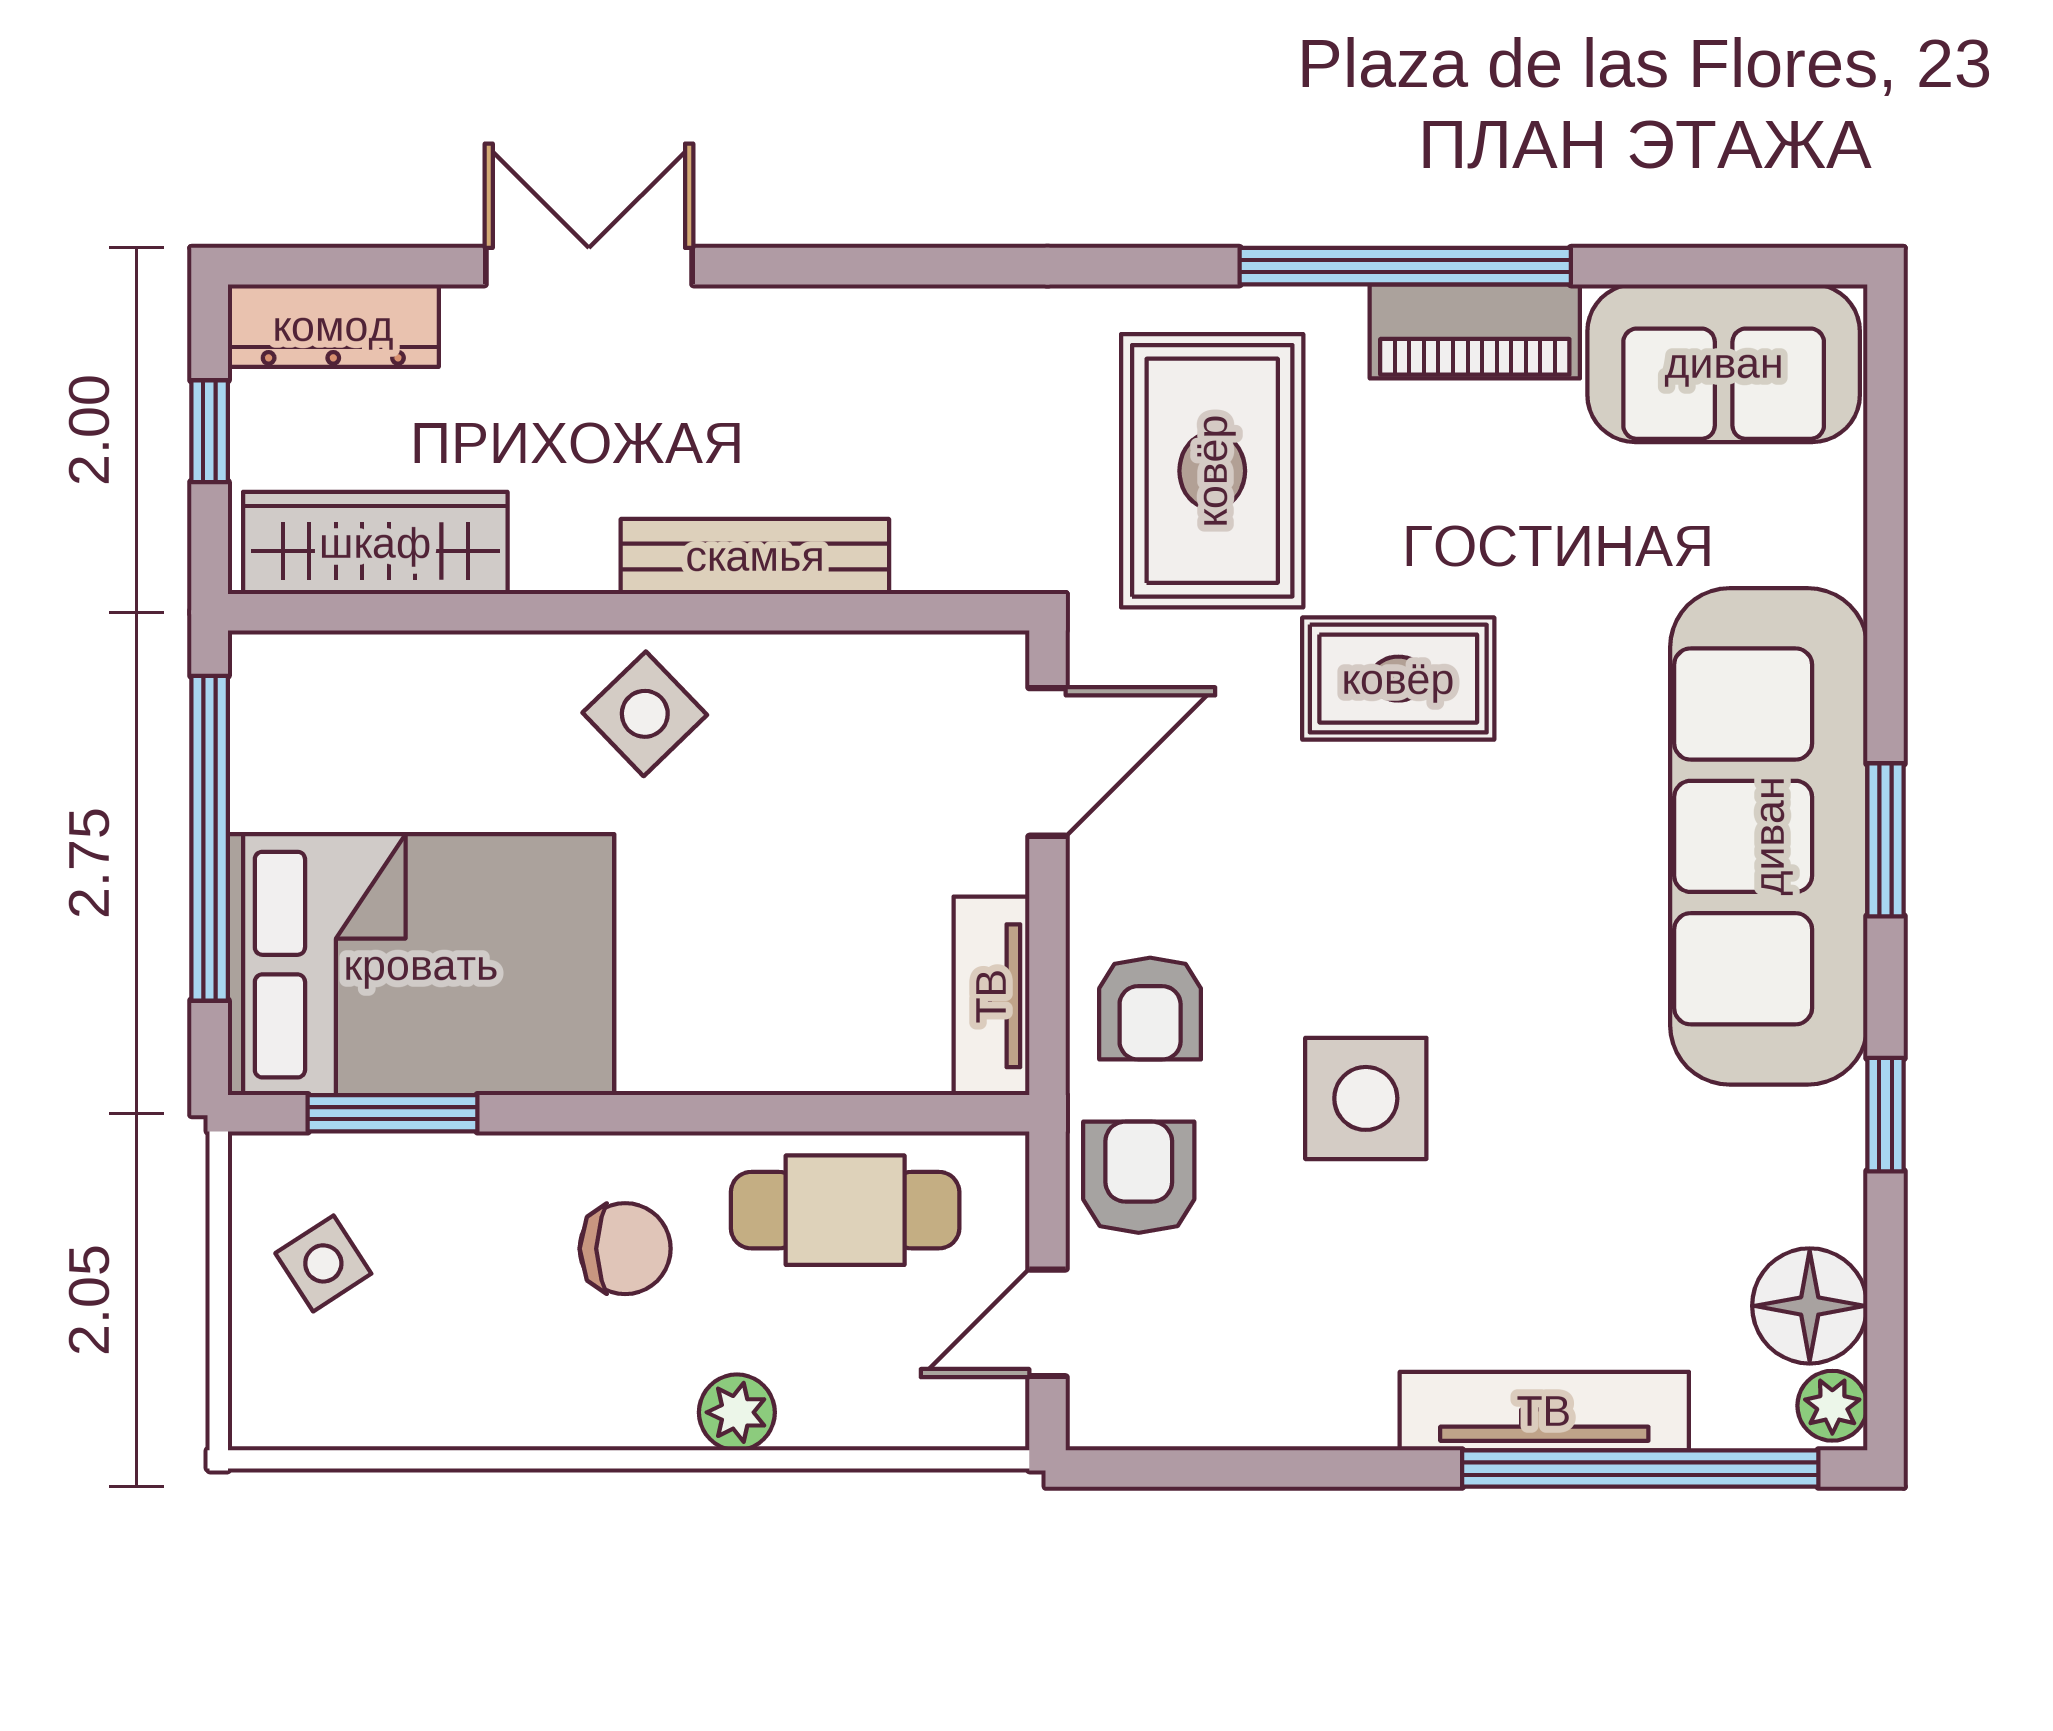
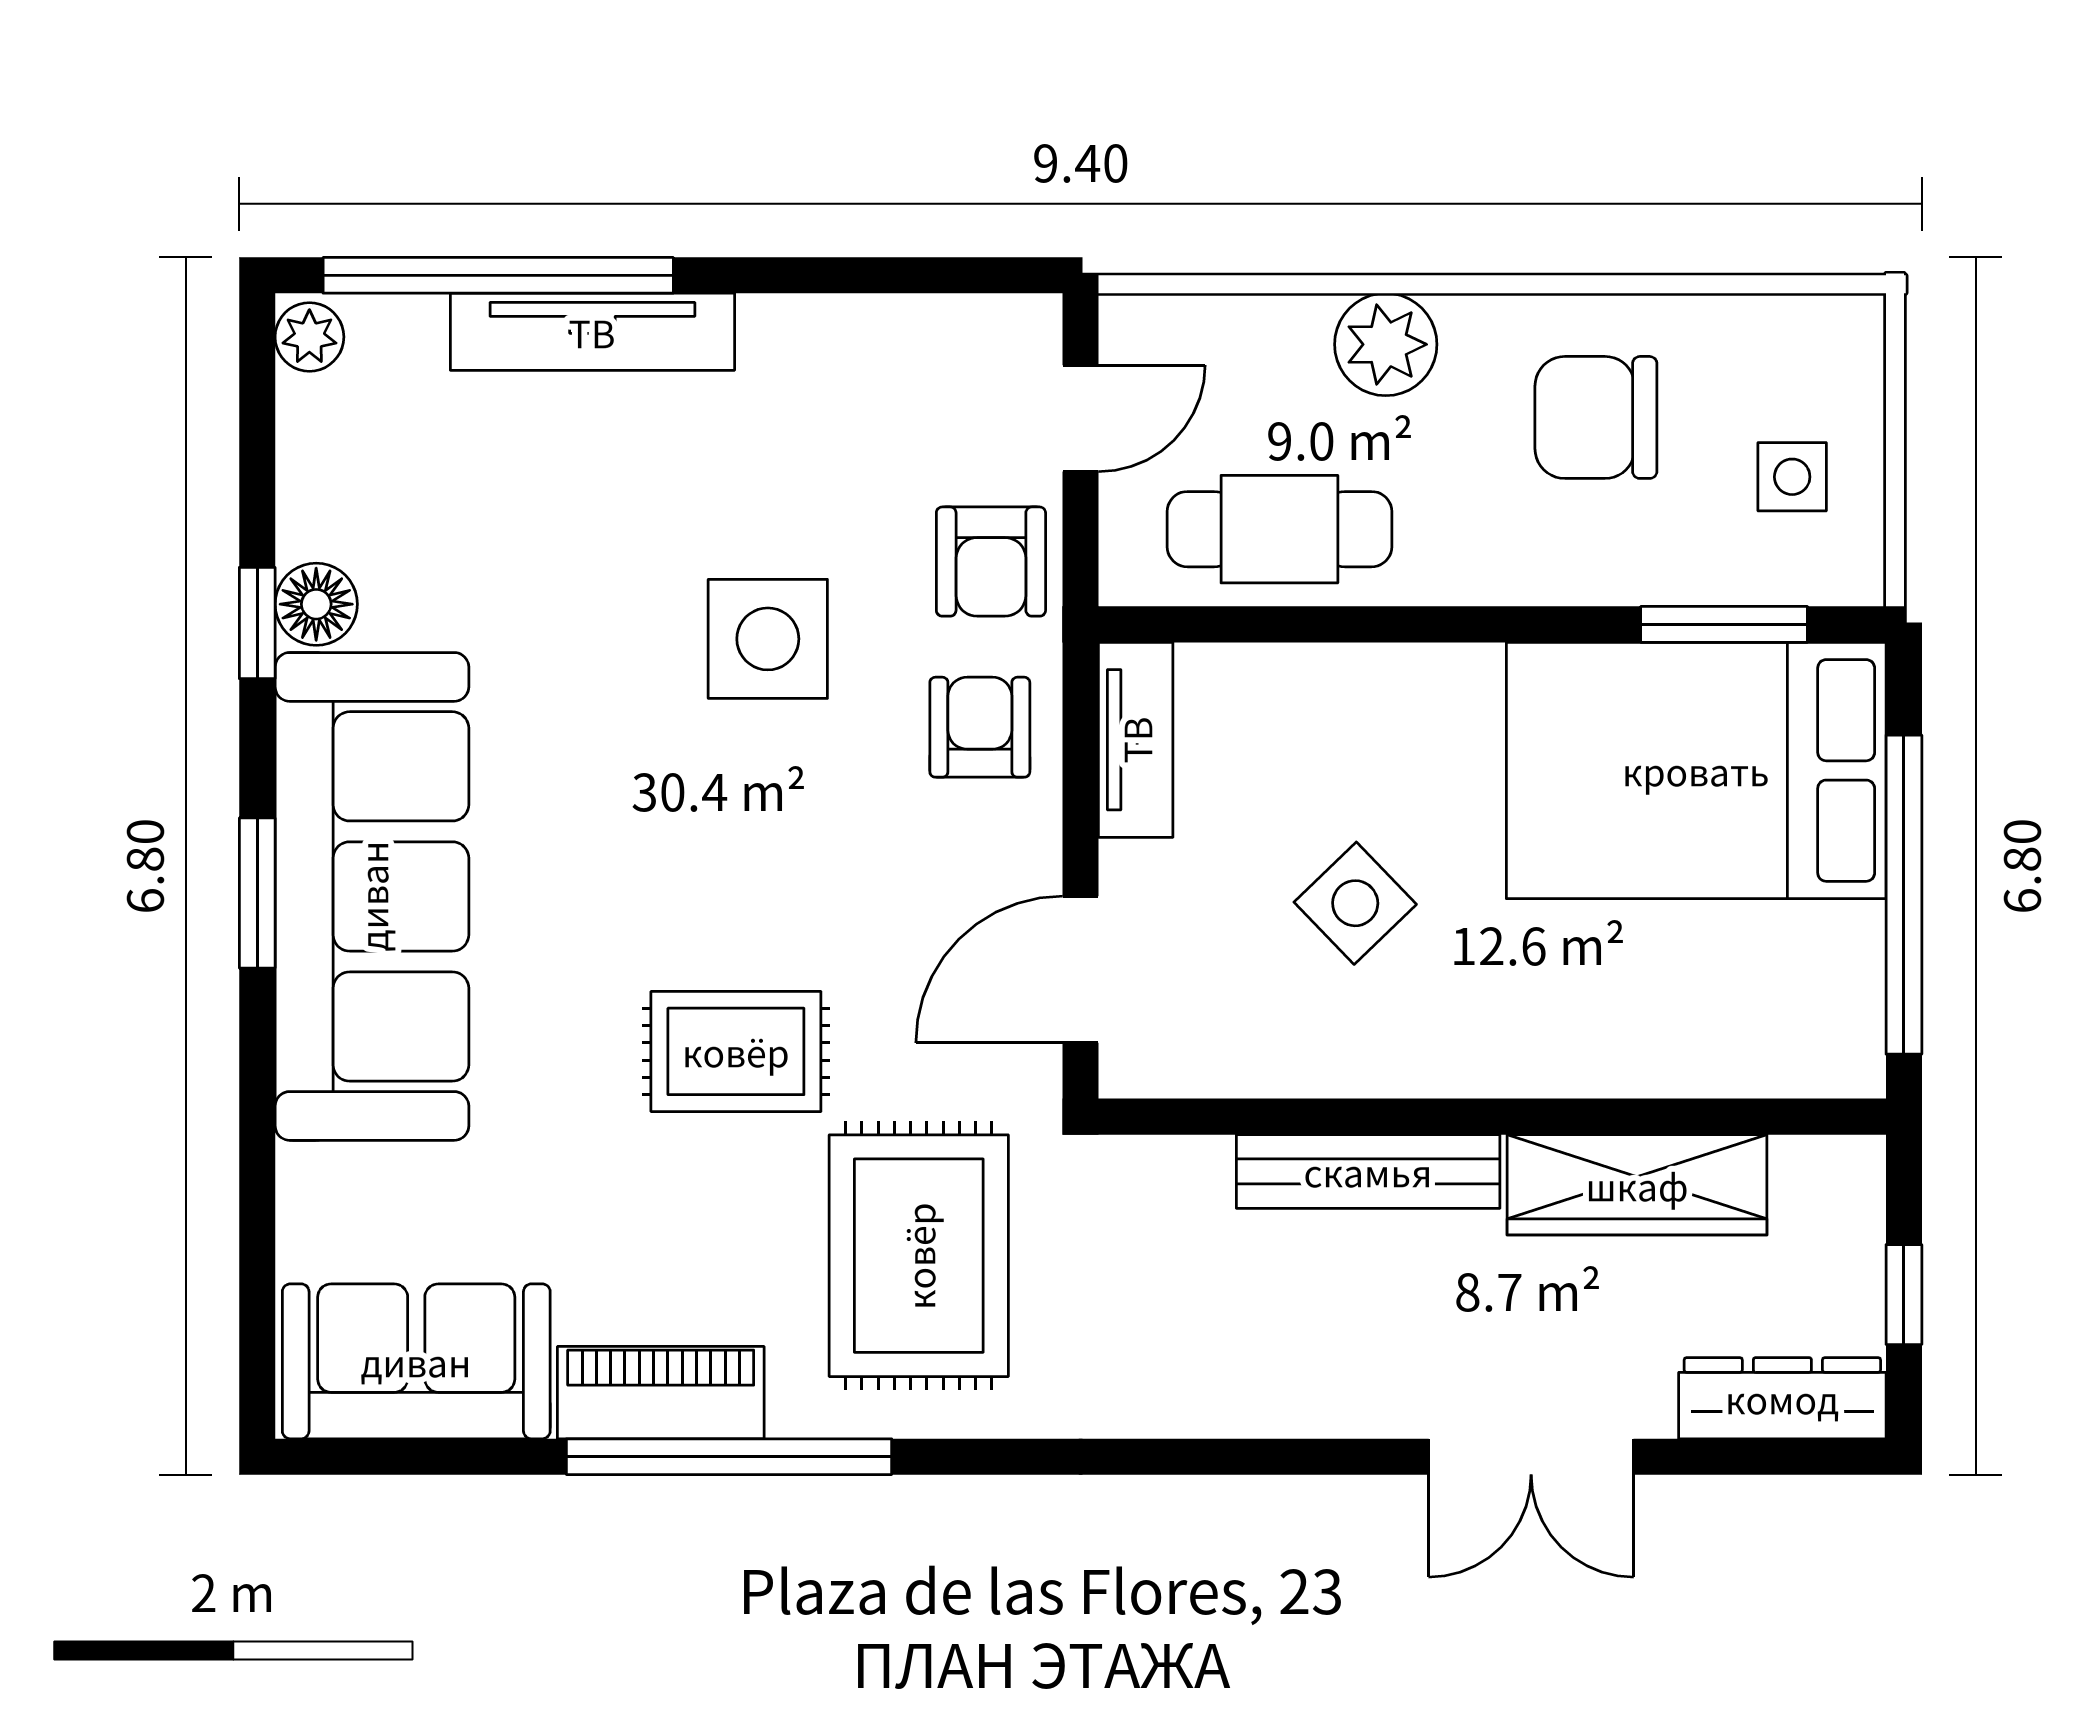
wardrobe: (375, 543) -> (1637, 1185), moved
side table: (645, 714) -> (1355, 903), moved
chair: (625, 1249) -> (1596, 417), moved, width x1.37, depth x1.37
side table: (323, 1263) -> (1792, 477), turned 33
floor lamp: (1810, 1306) -> (316, 604), moved, width x0.73, depth x0.73
plant: (737, 1412) -> (1386, 344), width x1.38, depth x1.38

